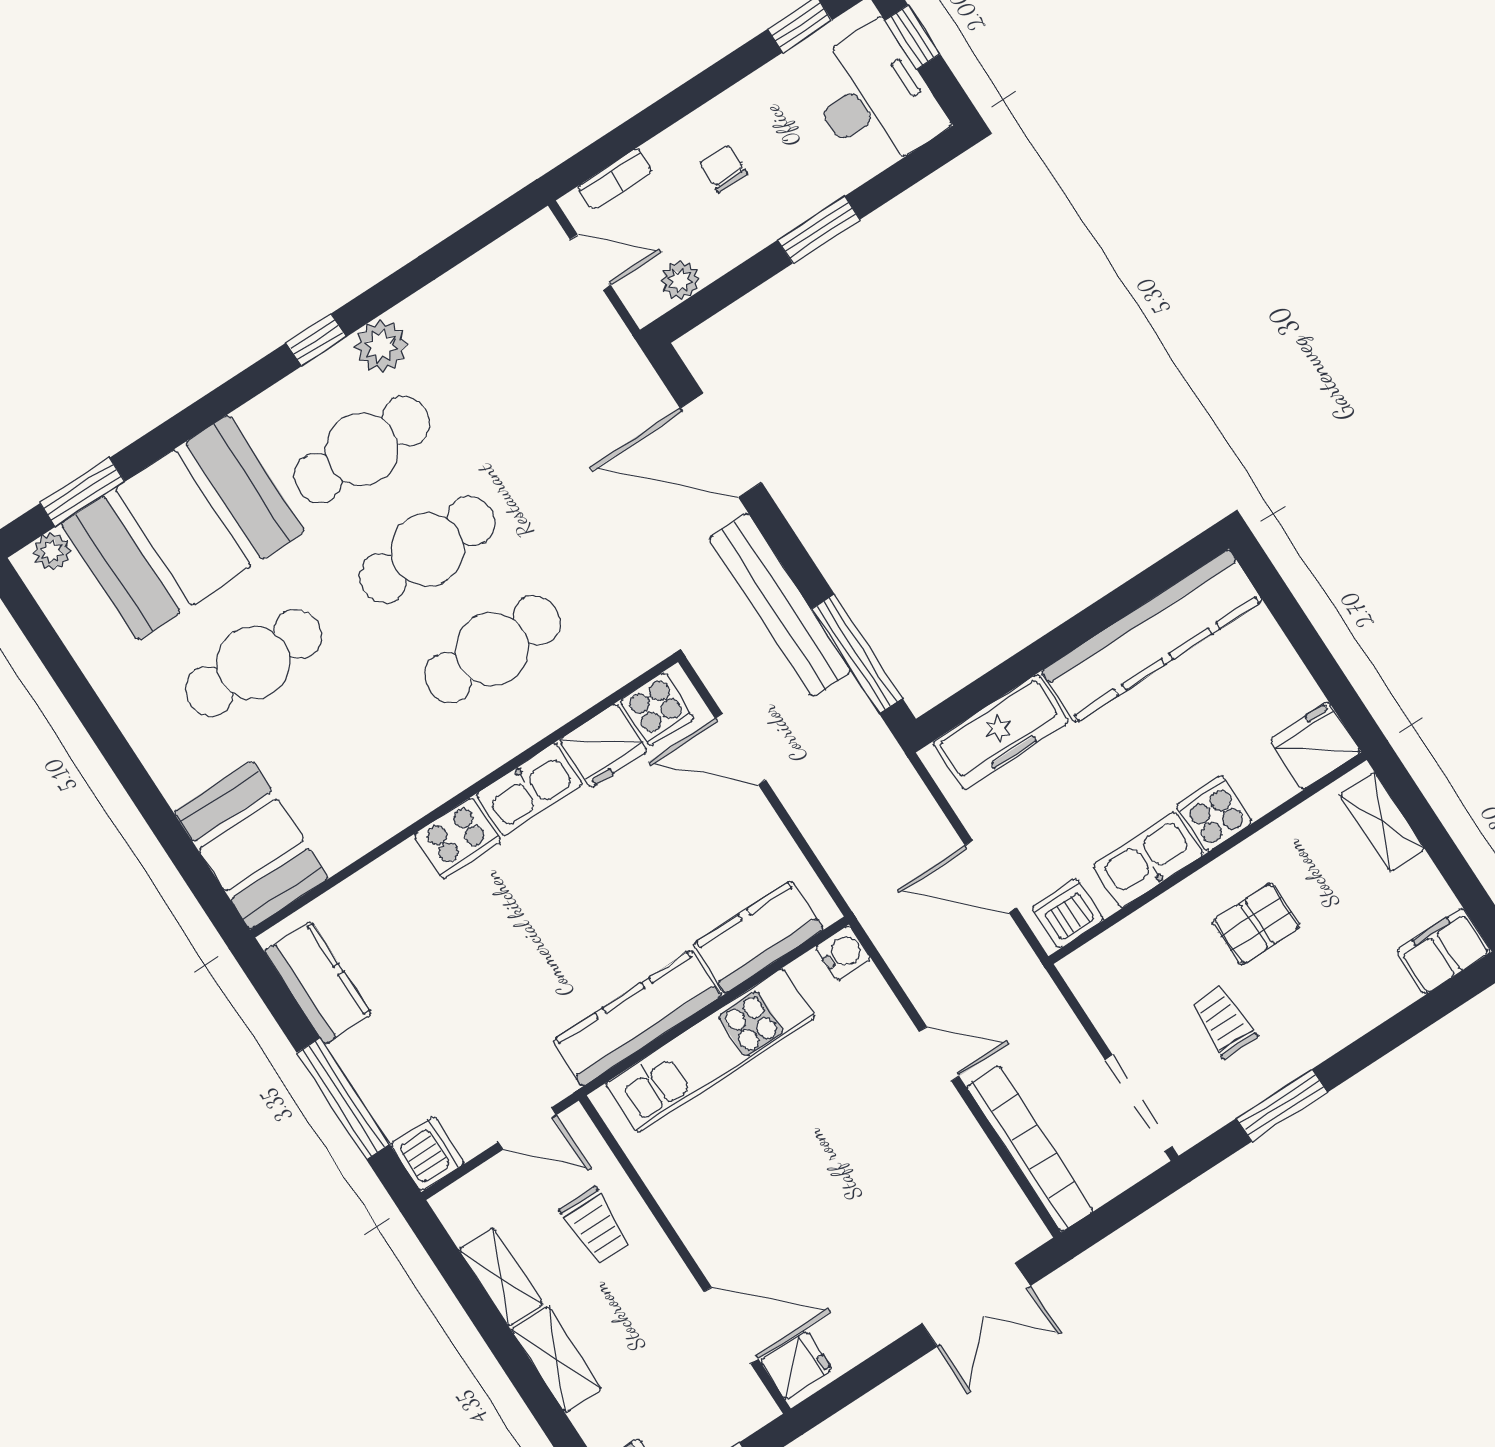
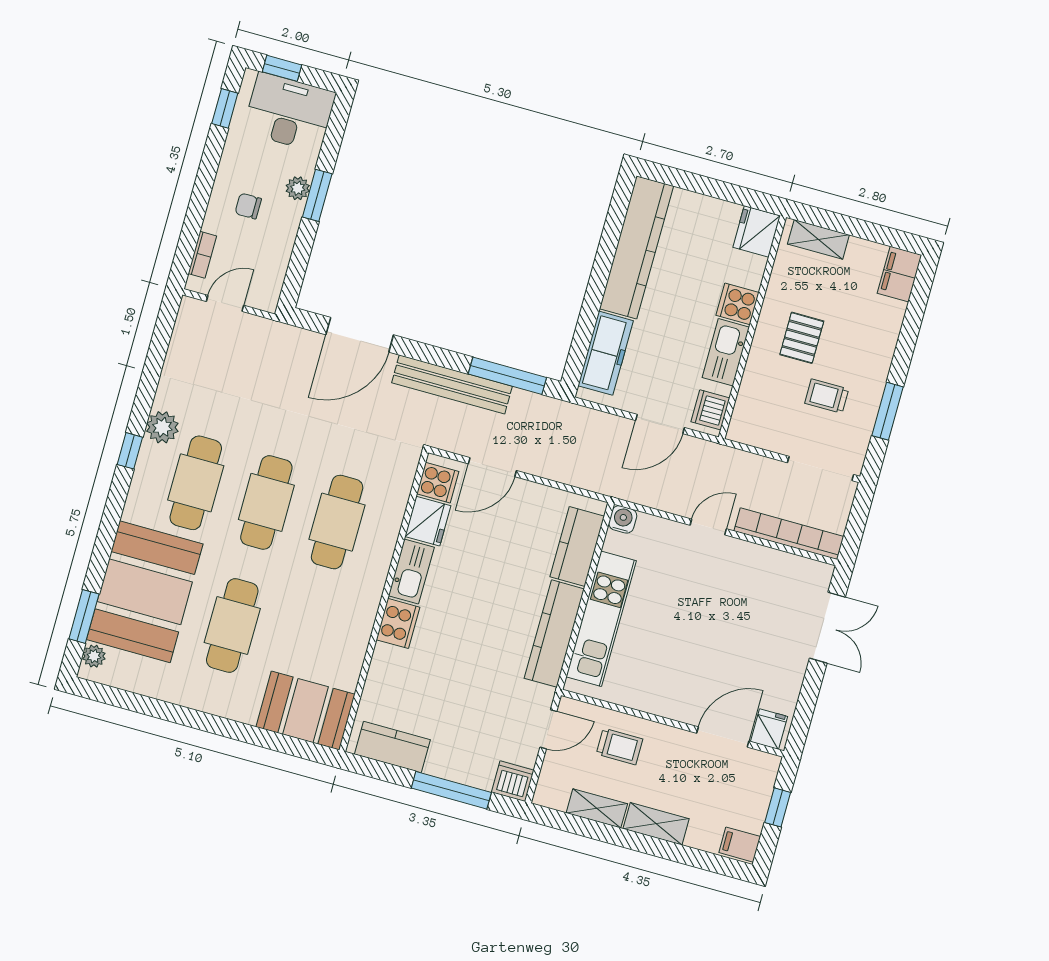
plant: (680, 280) -> (298, 188), moved

